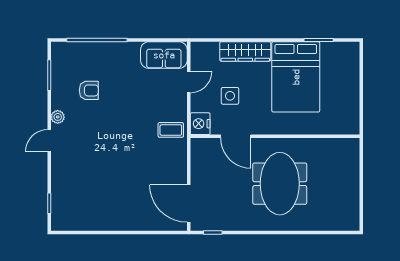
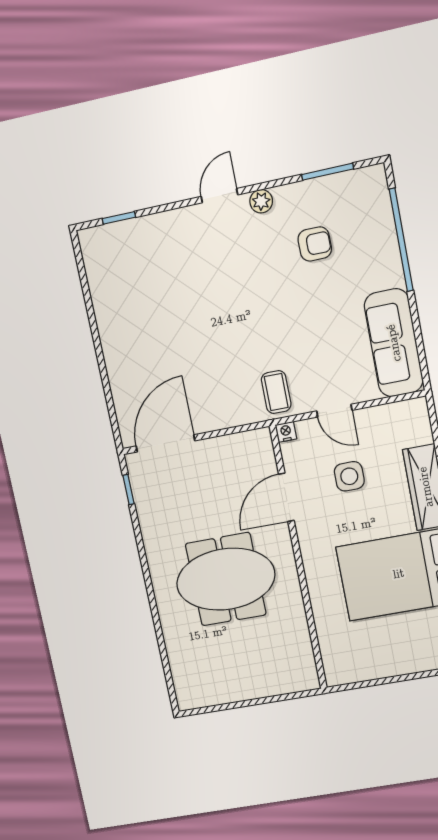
sofa: (164, 55) -> (394, 343), width x1.36
door: (189, 82) -> (334, 411), moved
armchair: (89, 90) -> (315, 244), turned -90
nightstand: (200, 124) -> (286, 432), width x0.53, depth x0.56
door: (49, 141) -> (219, 196), hinge flipped

